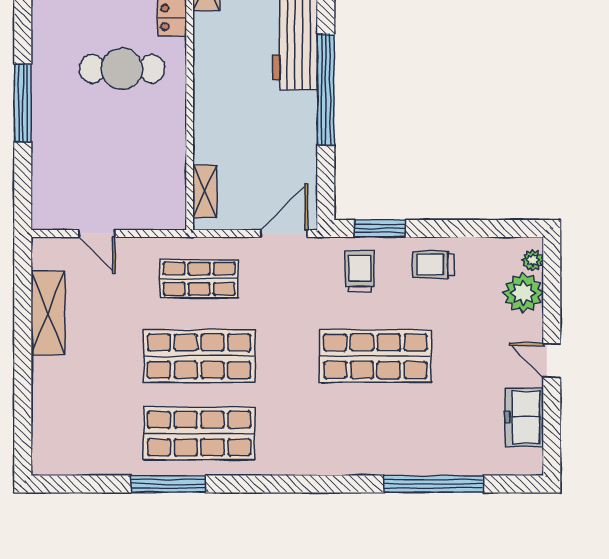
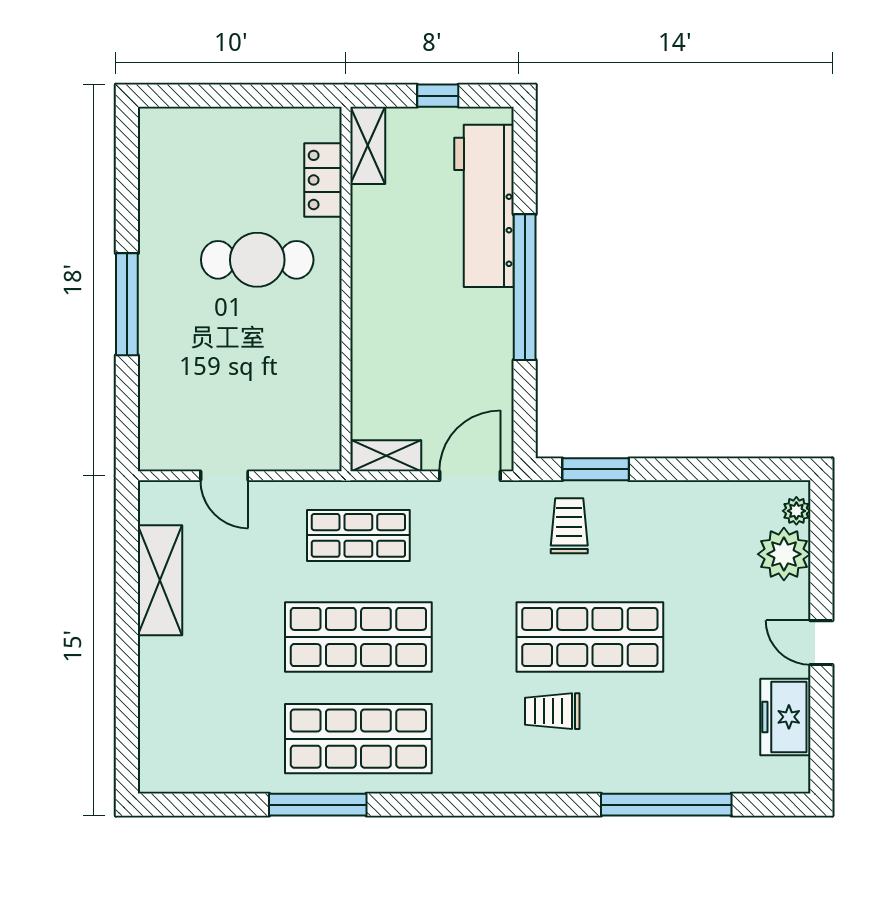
shelving: (205, 191) -> (386, 456), moved, turned 90
trolley: (433, 265) -> (552, 711), moved

